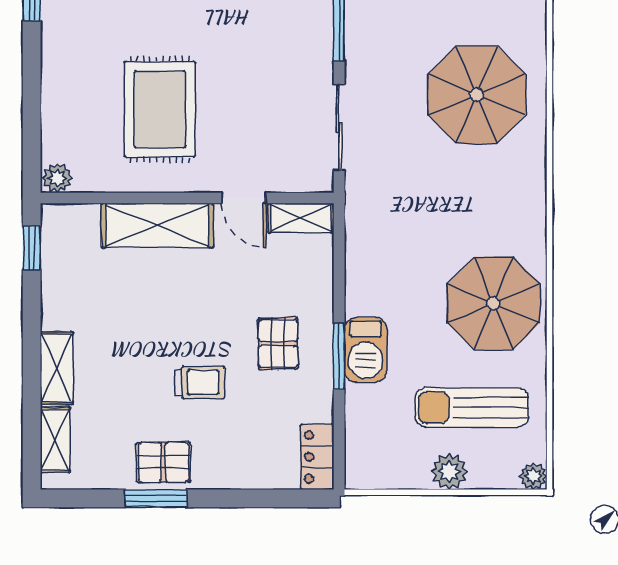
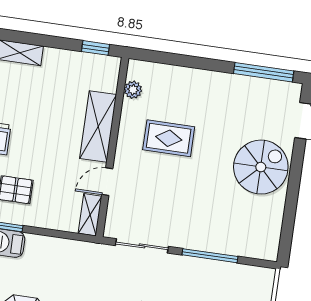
rug: (160, 109) -> (169, 138), width x0.73, depth x0.70
plant: (57, 178) -> (133, 90), moved

